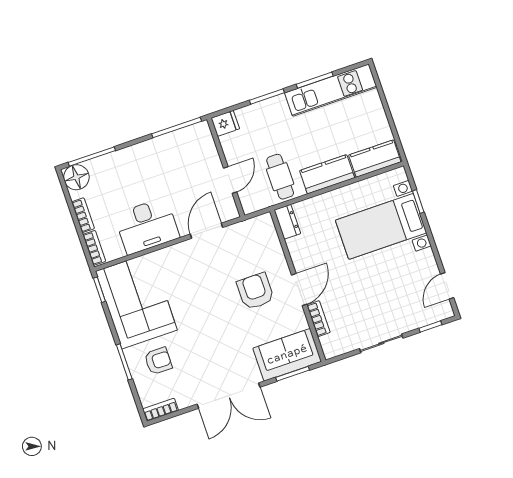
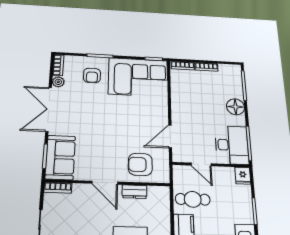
floor lamp: (76, 177) -> (235, 107), moved
dresser: (287, 222) -> (134, 192), moved
desk: (147, 226) -> (232, 145), moved, turned 180
door: (207, 231) -> (170, 136), swing flipped
armchair: (255, 291) -> (140, 164), moved, turned 180
bookcase: (318, 319) -> (58, 188), moved
plant: (185, 400) -> (58, 82), added

